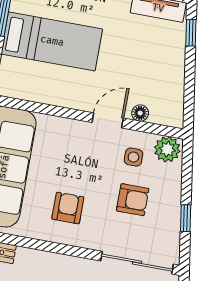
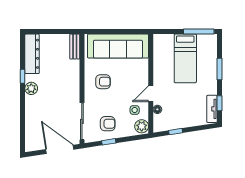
window: (191, 33) -> (176, 132), moved
door: (108, 120) -> (151, 94), swing flipped
armchair: (133, 200) -> (108, 124), moved, turned -90

